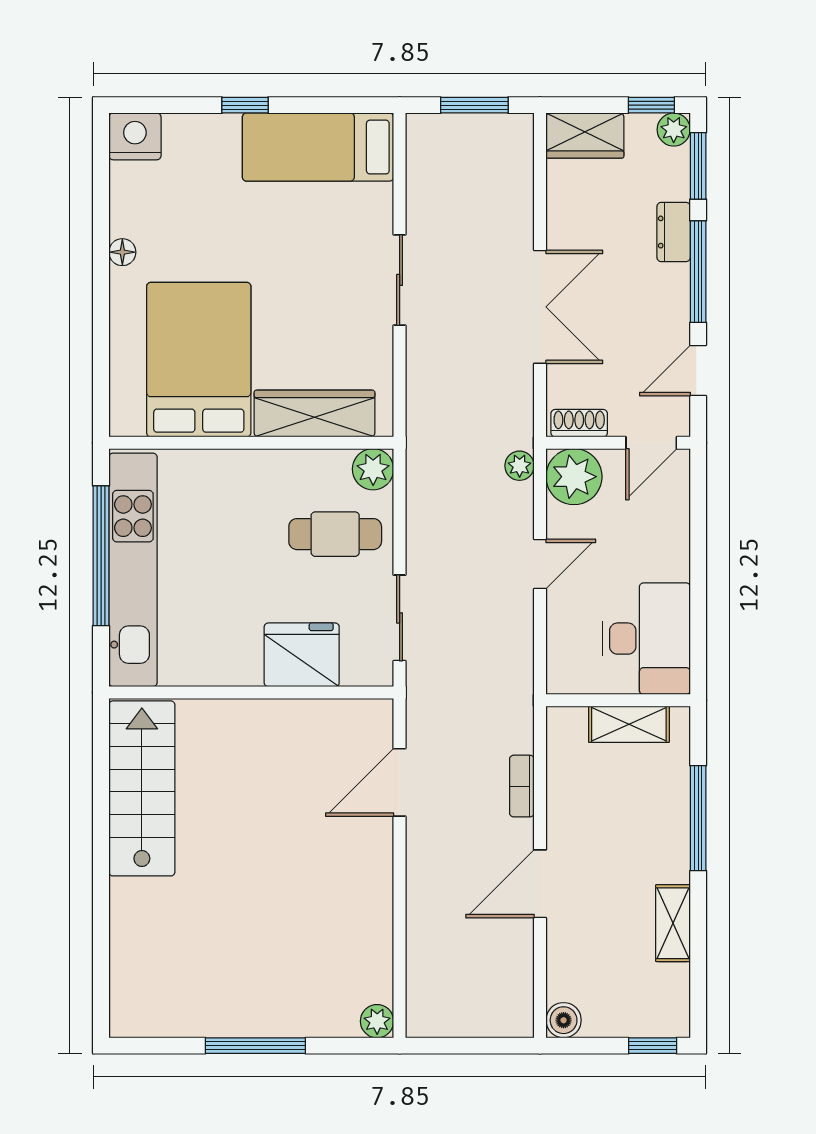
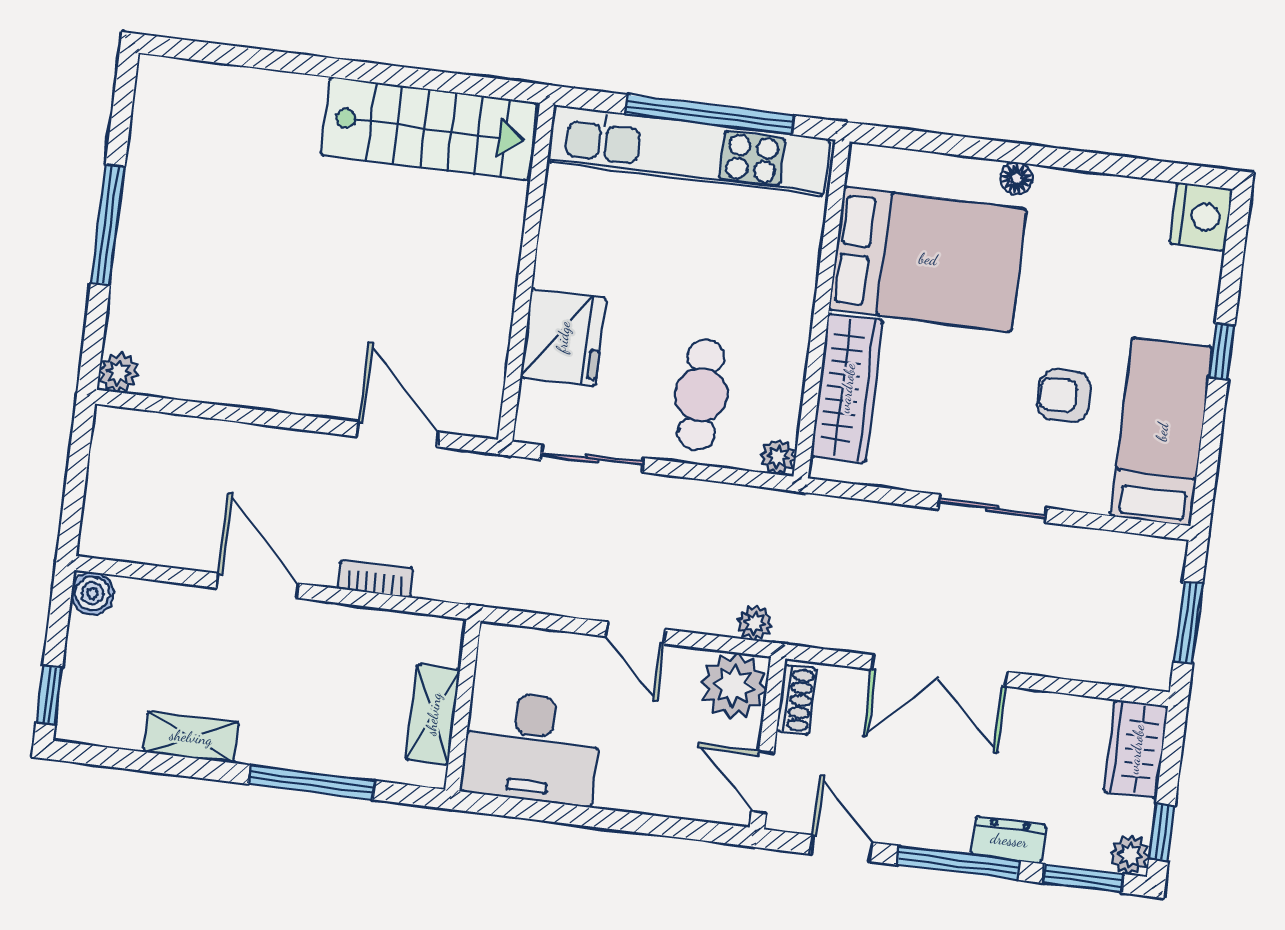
armchair: (298, 232) -> (1064, 396), added
floor lamp: (122, 252) -> (1016, 178), moved
plant: (373, 469) -> (778, 457), width x0.73, depth x0.73

